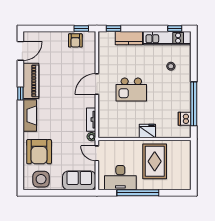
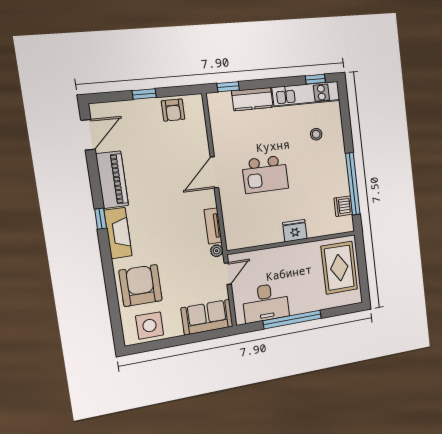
window: (81, 29) -> (144, 94), moved
window: (20, 93) -> (101, 219), moved
armchair: (39, 152) -> (141, 285), turned 180
door: (97, 153) -> (228, 274), swing flipped
rug: (155, 161) -> (339, 268), moved

